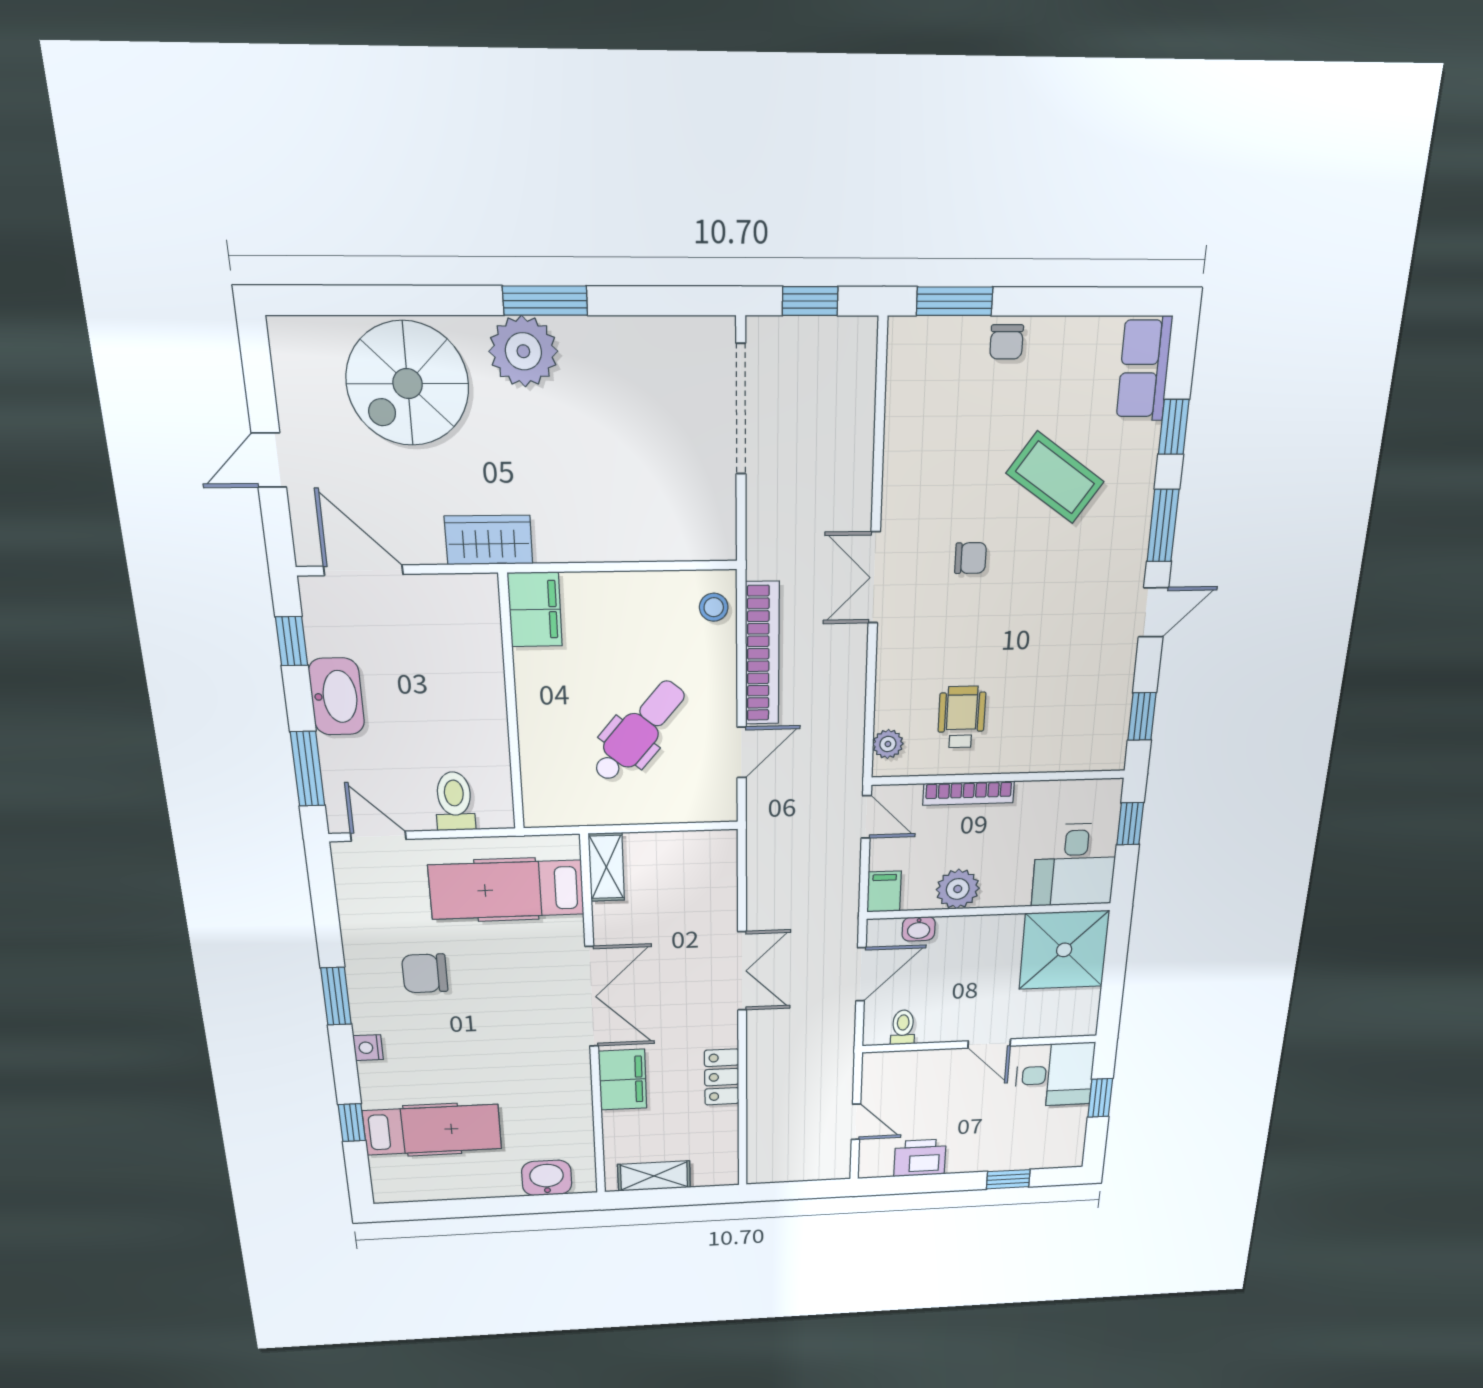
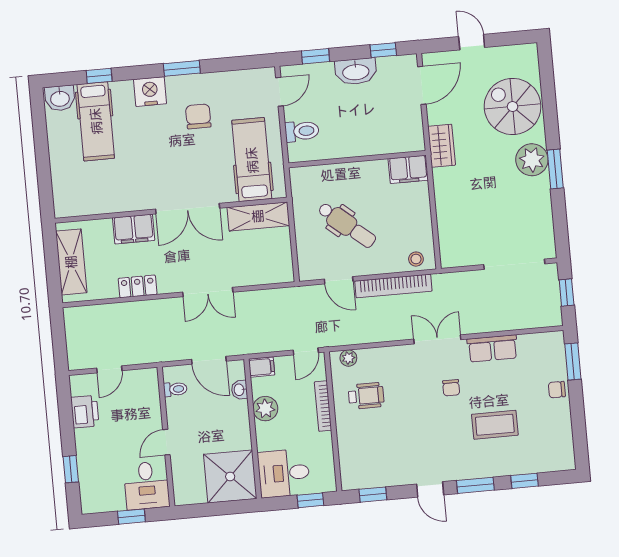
row of seats: (1144, 369) -> (492, 348), moved, turned 180
coffee table: (1055, 478) -> (495, 425), turned 55
window: (308, 769) -> (316, 56), width x0.67
shelving: (606, 867) -> (258, 216), width x1.50, depth x1.33
nightstand: (368, 1048) -> (150, 92), width x1.89, depth x1.79
shelving: (654, 1176) -> (71, 262), width x1.50, depth x1.33
washbasin: (547, 1178) -> (60, 98), moved, turned 90

